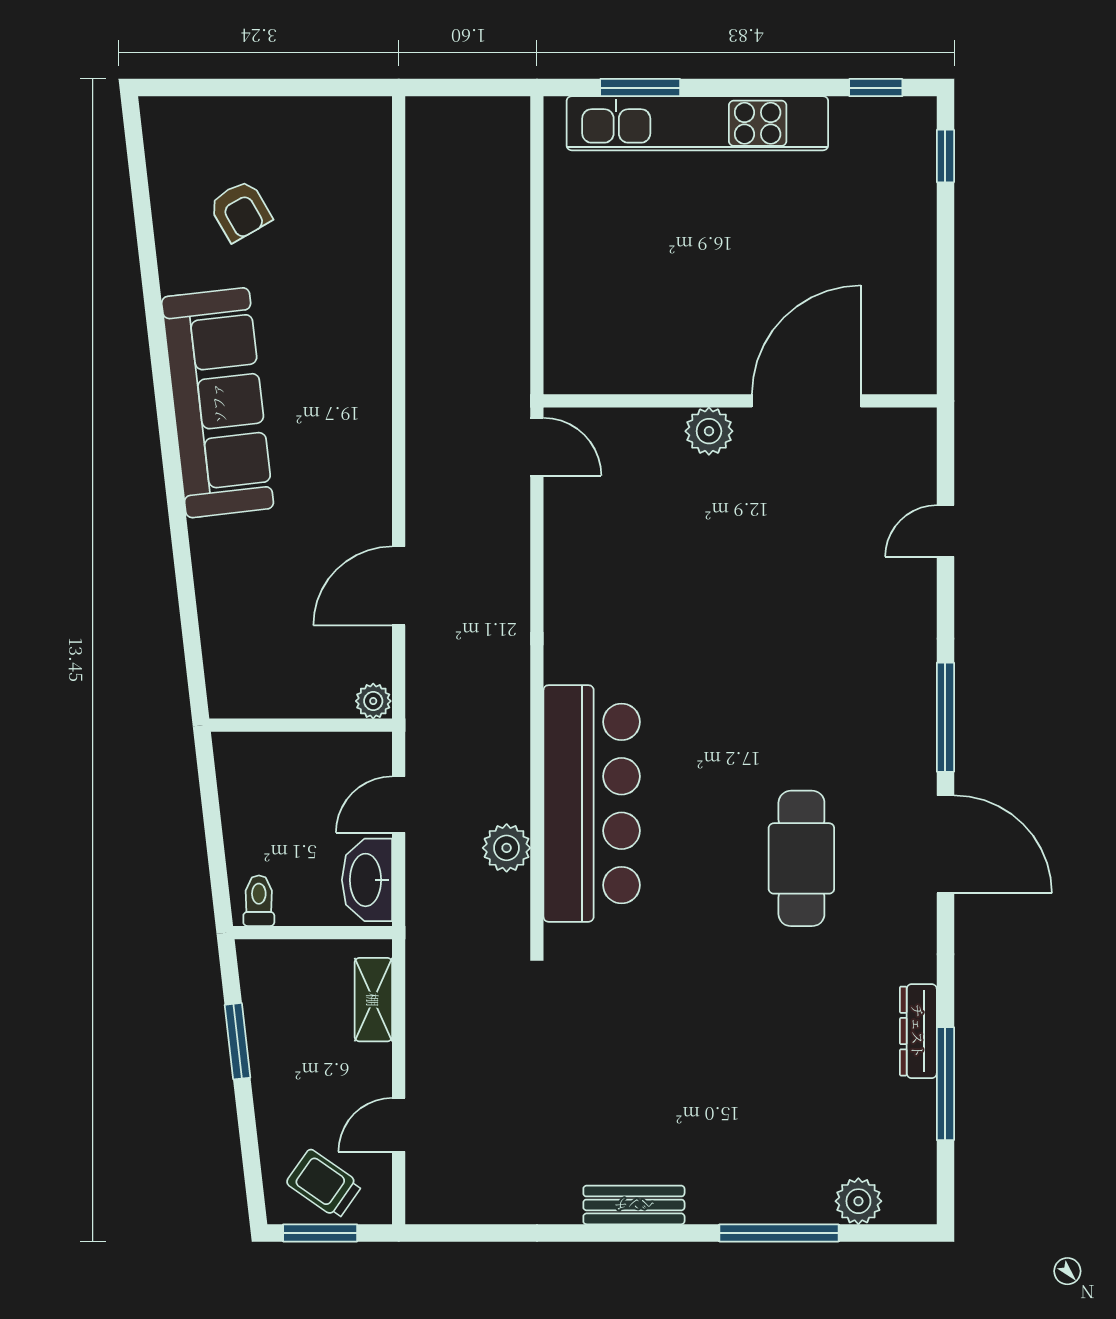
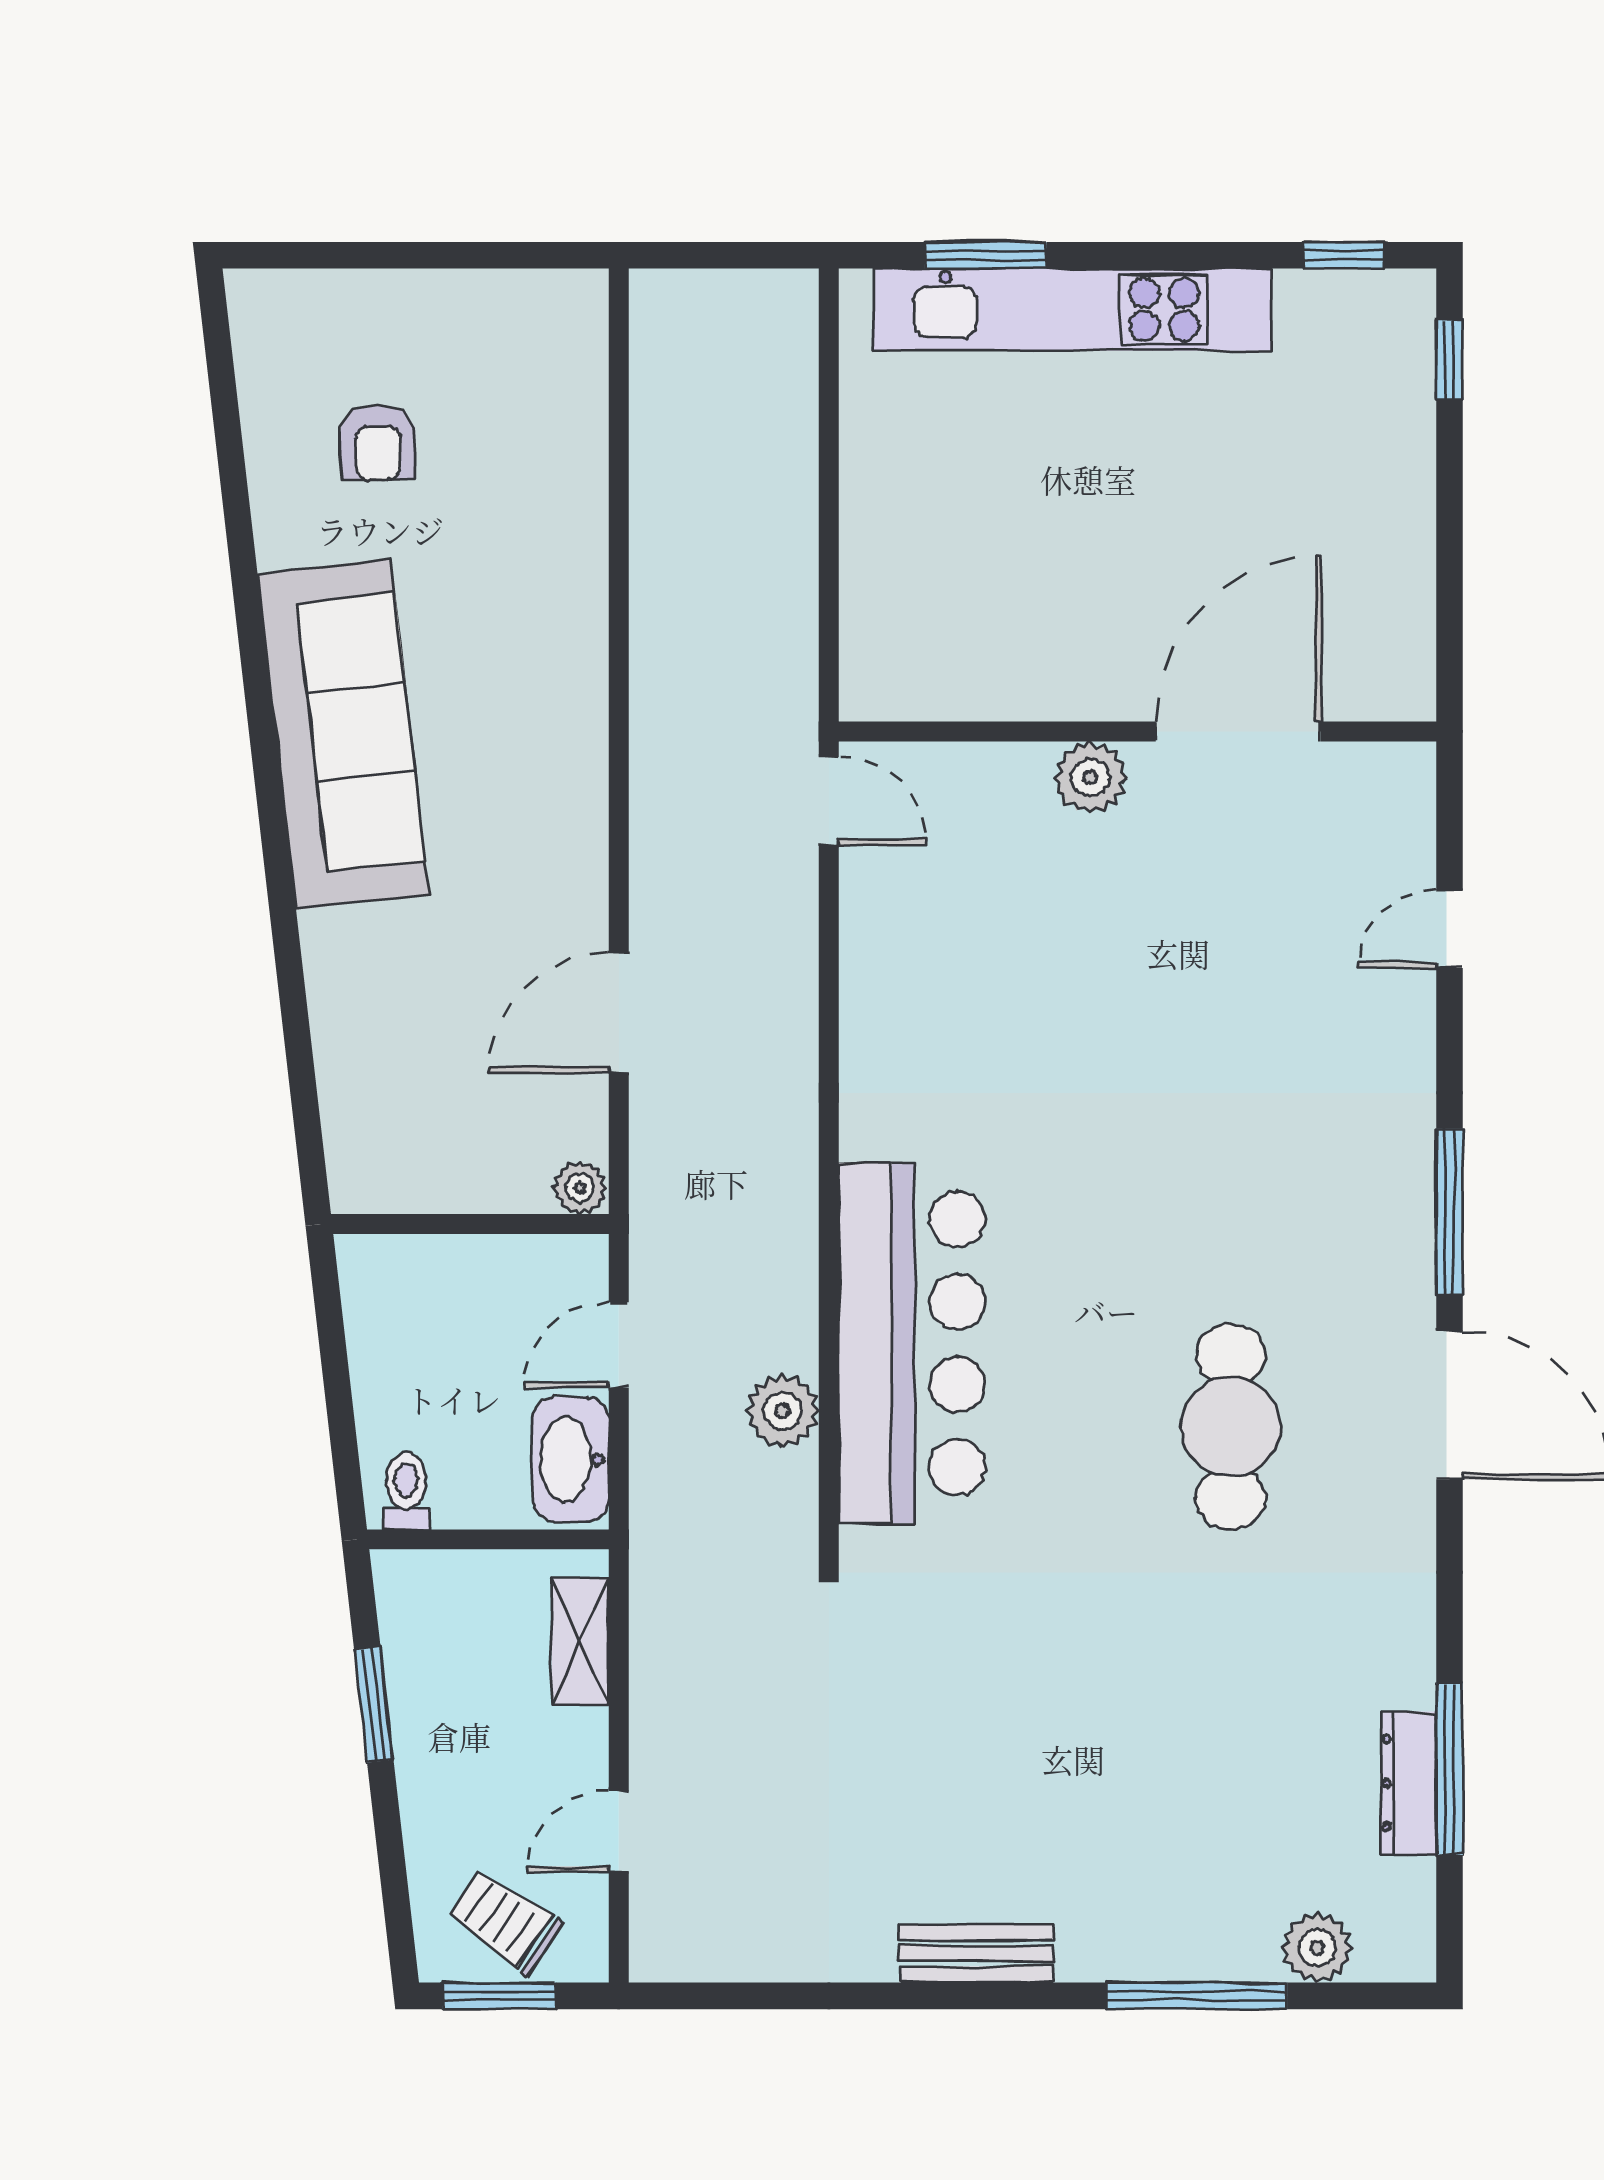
armchair: (240, 211) -> (378, 442), turned 30
dresser: (918, 1031) -> (1408, 1783), moved

